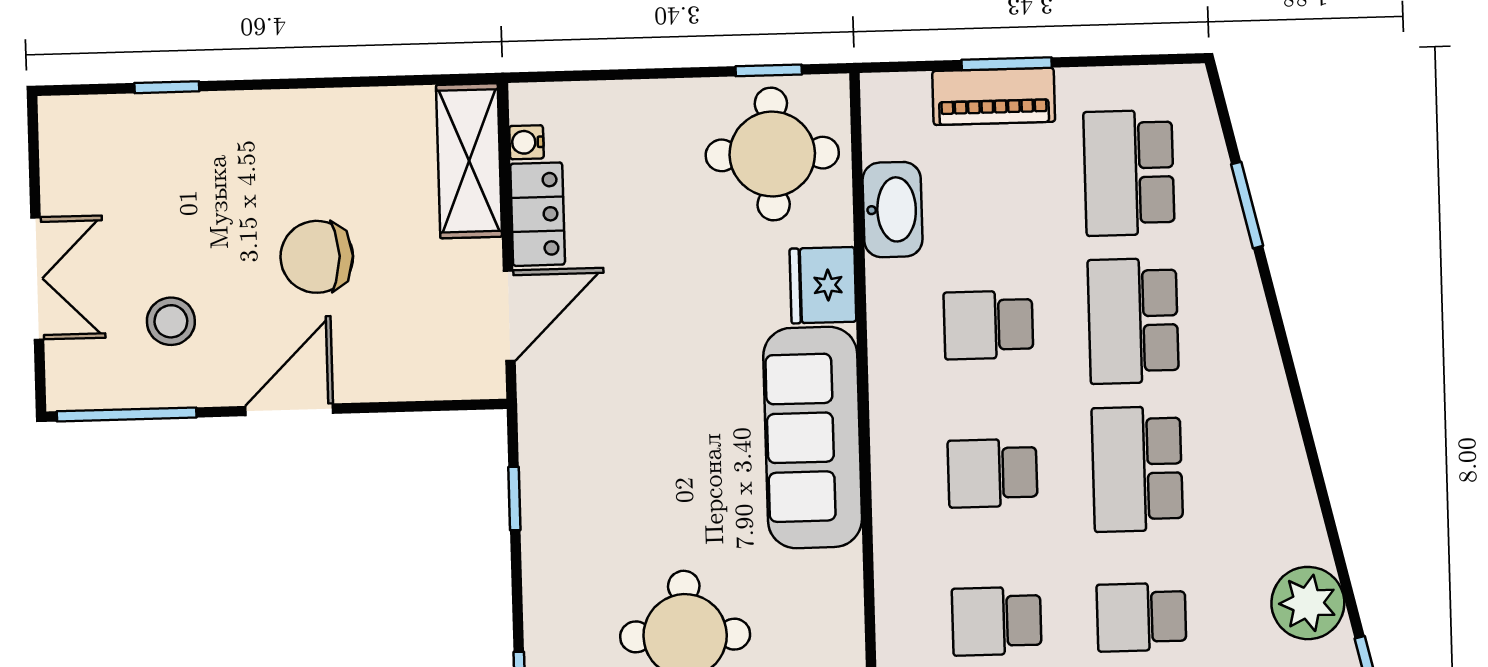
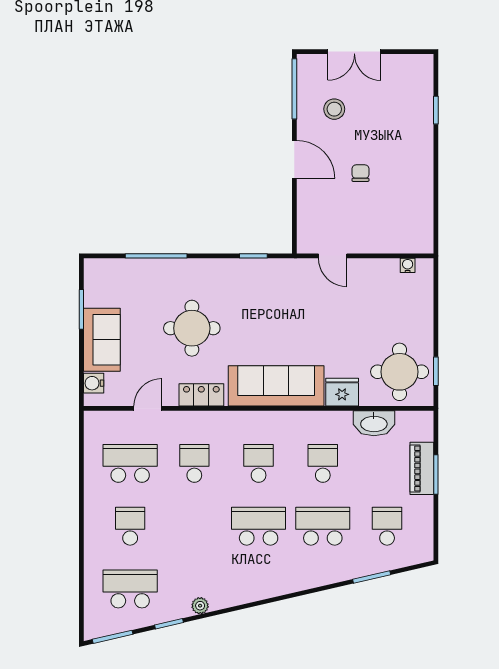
shelving: (469, 161) -> (400, 240), removed
school desk: (1129, 173) -> (387, 526), width x0.54
locker: (538, 214) -> (201, 395), moved, turned 180
chair: (317, 257) -> (360, 173), width x0.54, depth x0.54
door: (509, 316) -> (333, 256), width x0.73
plant: (1308, 603) -> (200, 606), width x0.53, depth x0.53
school desk: (1141, 617) -> (194, 526), removed

